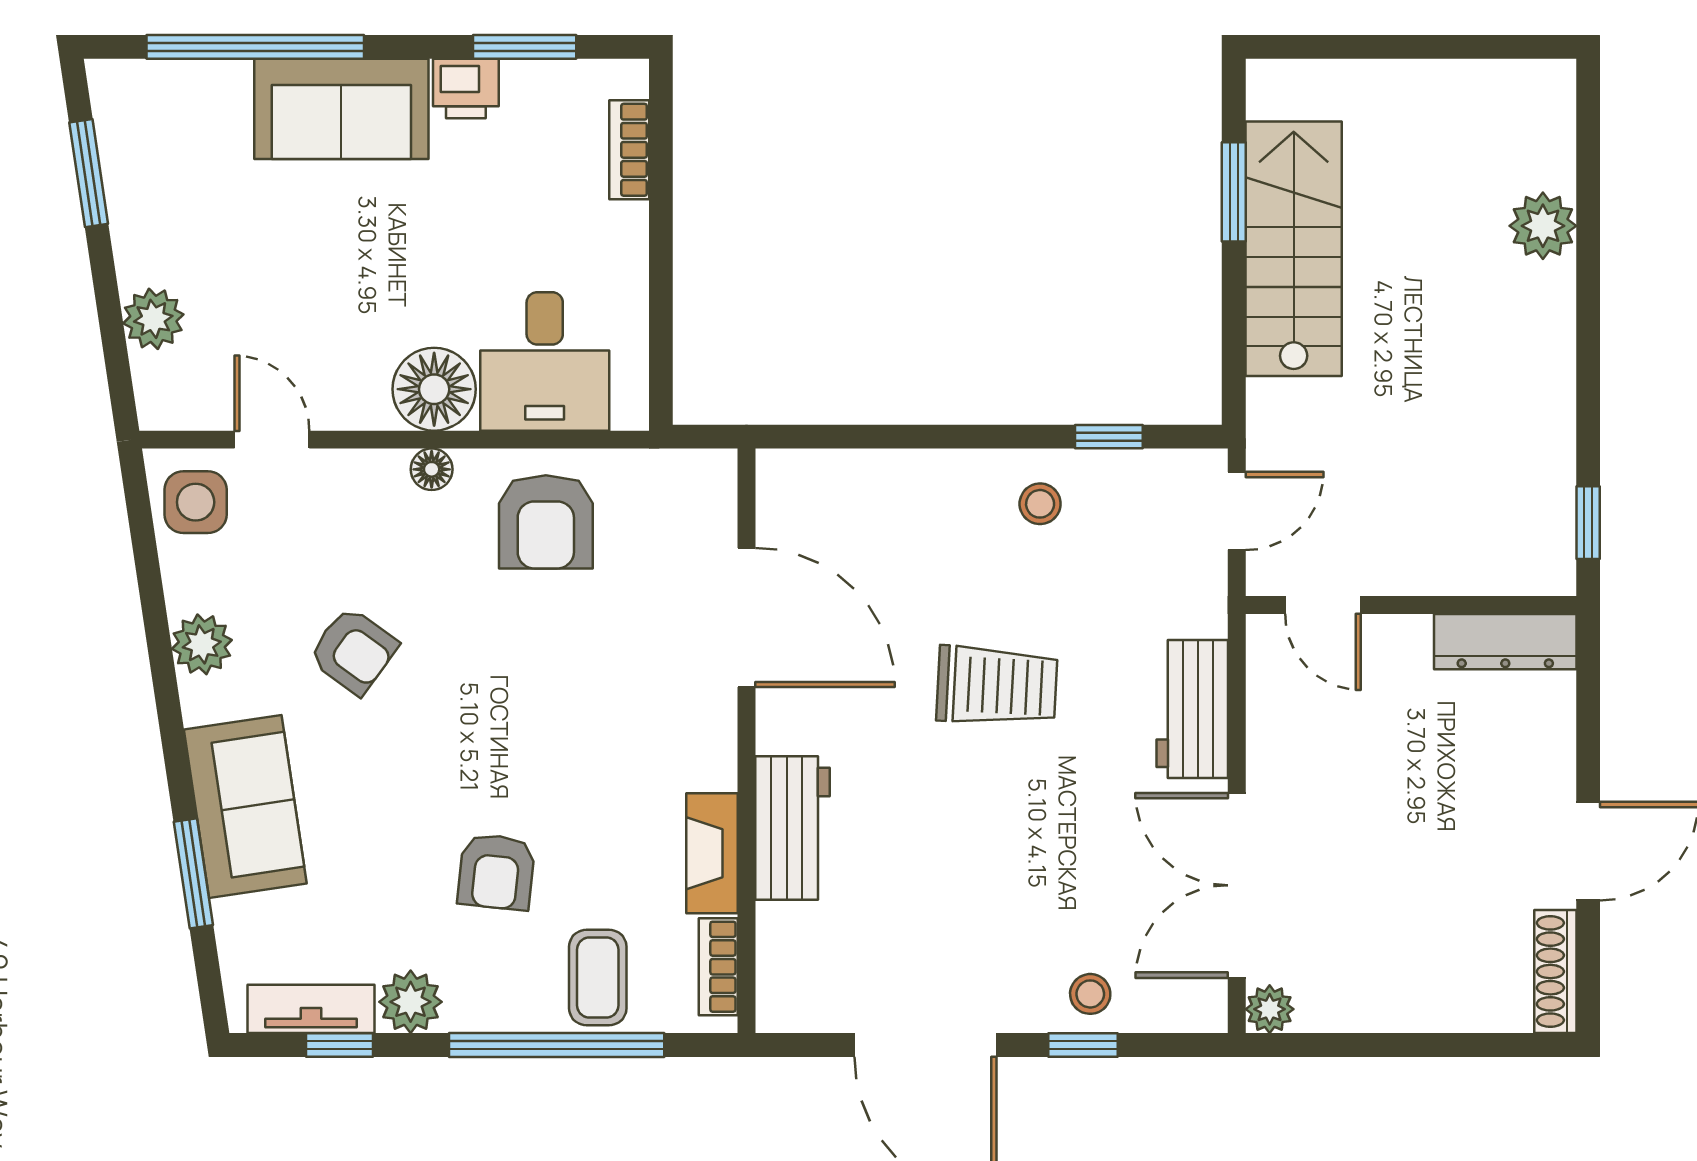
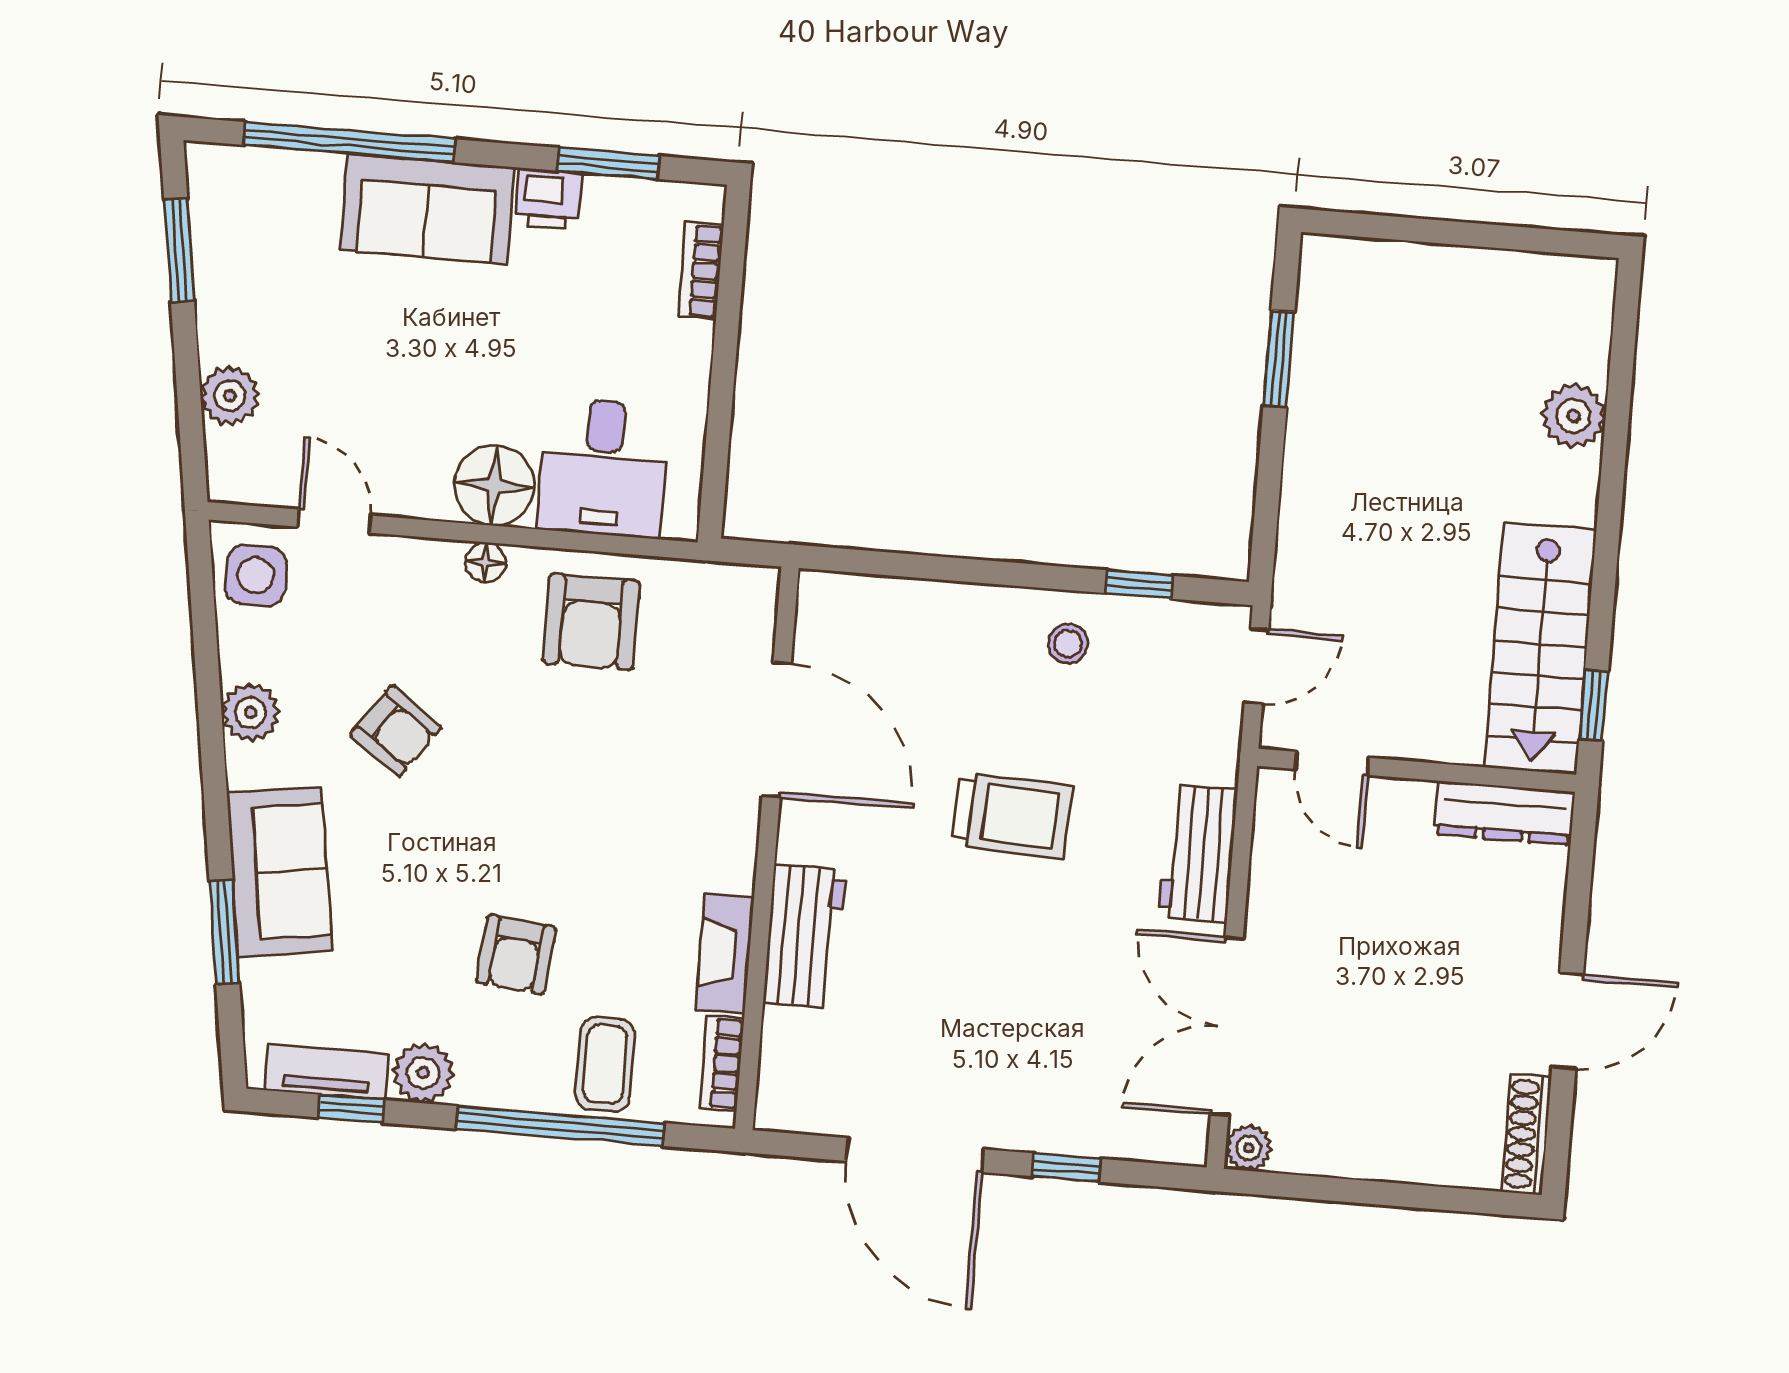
stairs: (1294, 249) -> (1540, 649), moved, turned 180
stool: (1090, 994) -> (1077, 1119), removed

